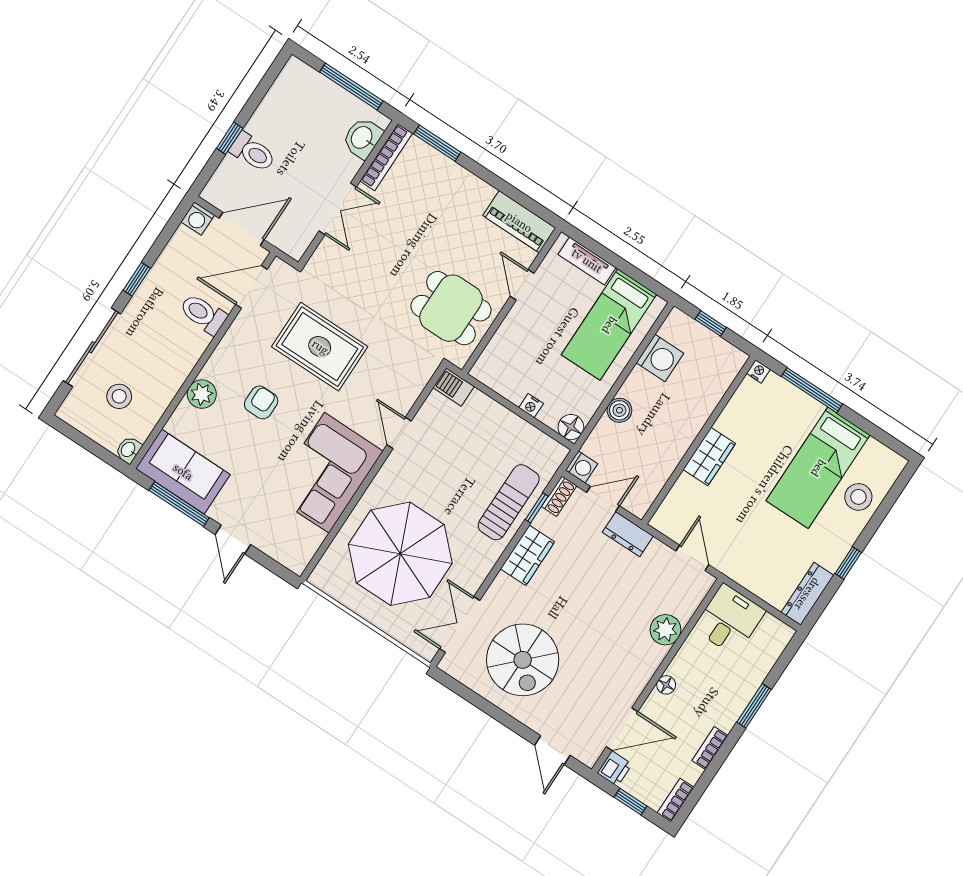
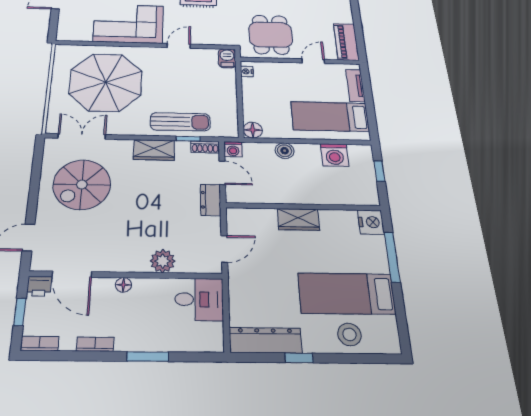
nightstand: (758, 371) -> (371, 222), width x1.89, depth x1.79
nightstand: (531, 406) -> (247, 71), moved
dresser: (807, 594) -> (265, 340), width x1.37, depth x1.24

